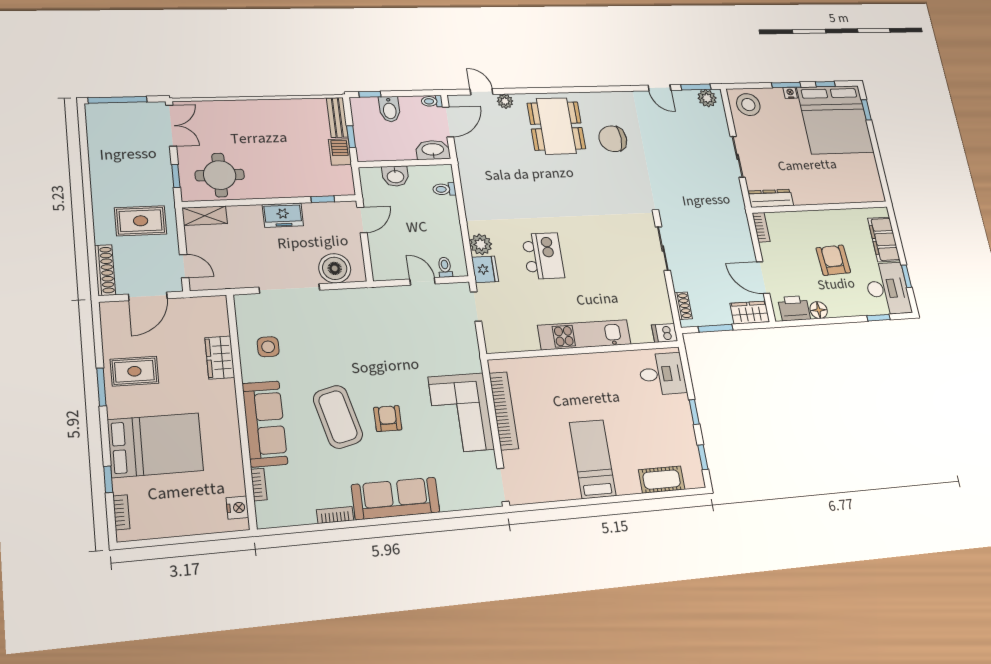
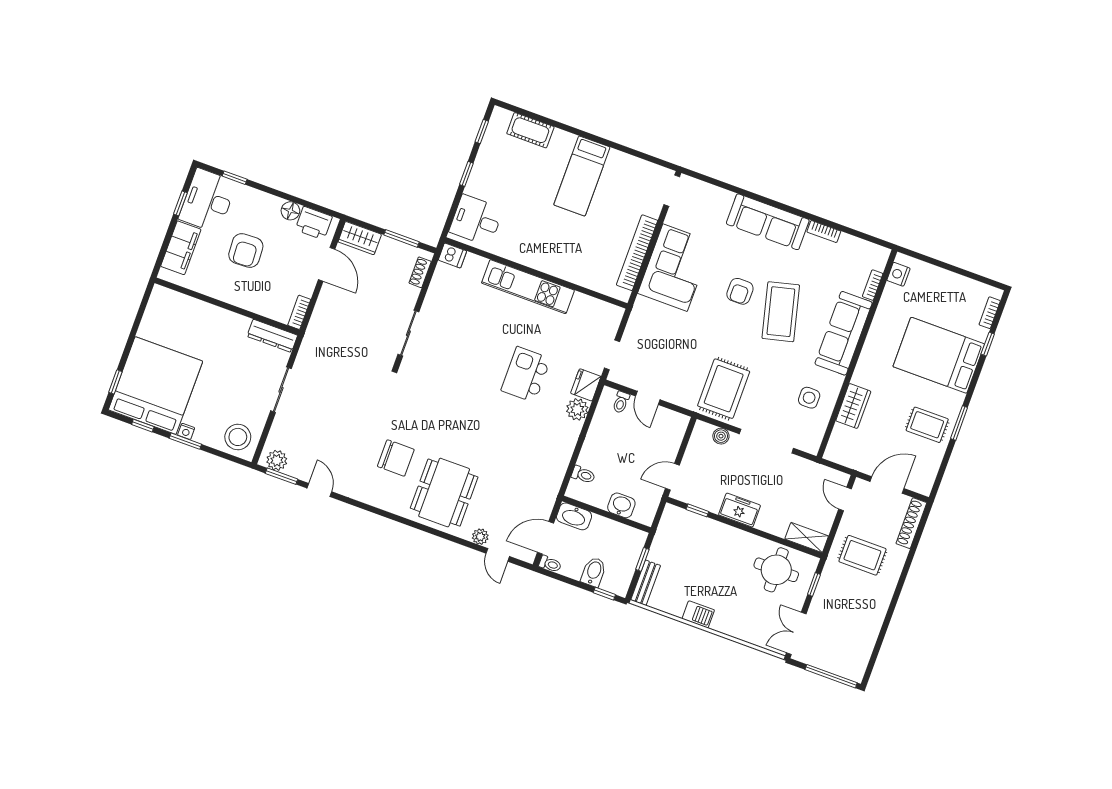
barbecue: (340, 152) -> (698, 614), moved, turned -90
boiler: (335, 268) -> (721, 436), width x0.54, depth x0.54
rug: (356, 320) -> (724, 389), added

